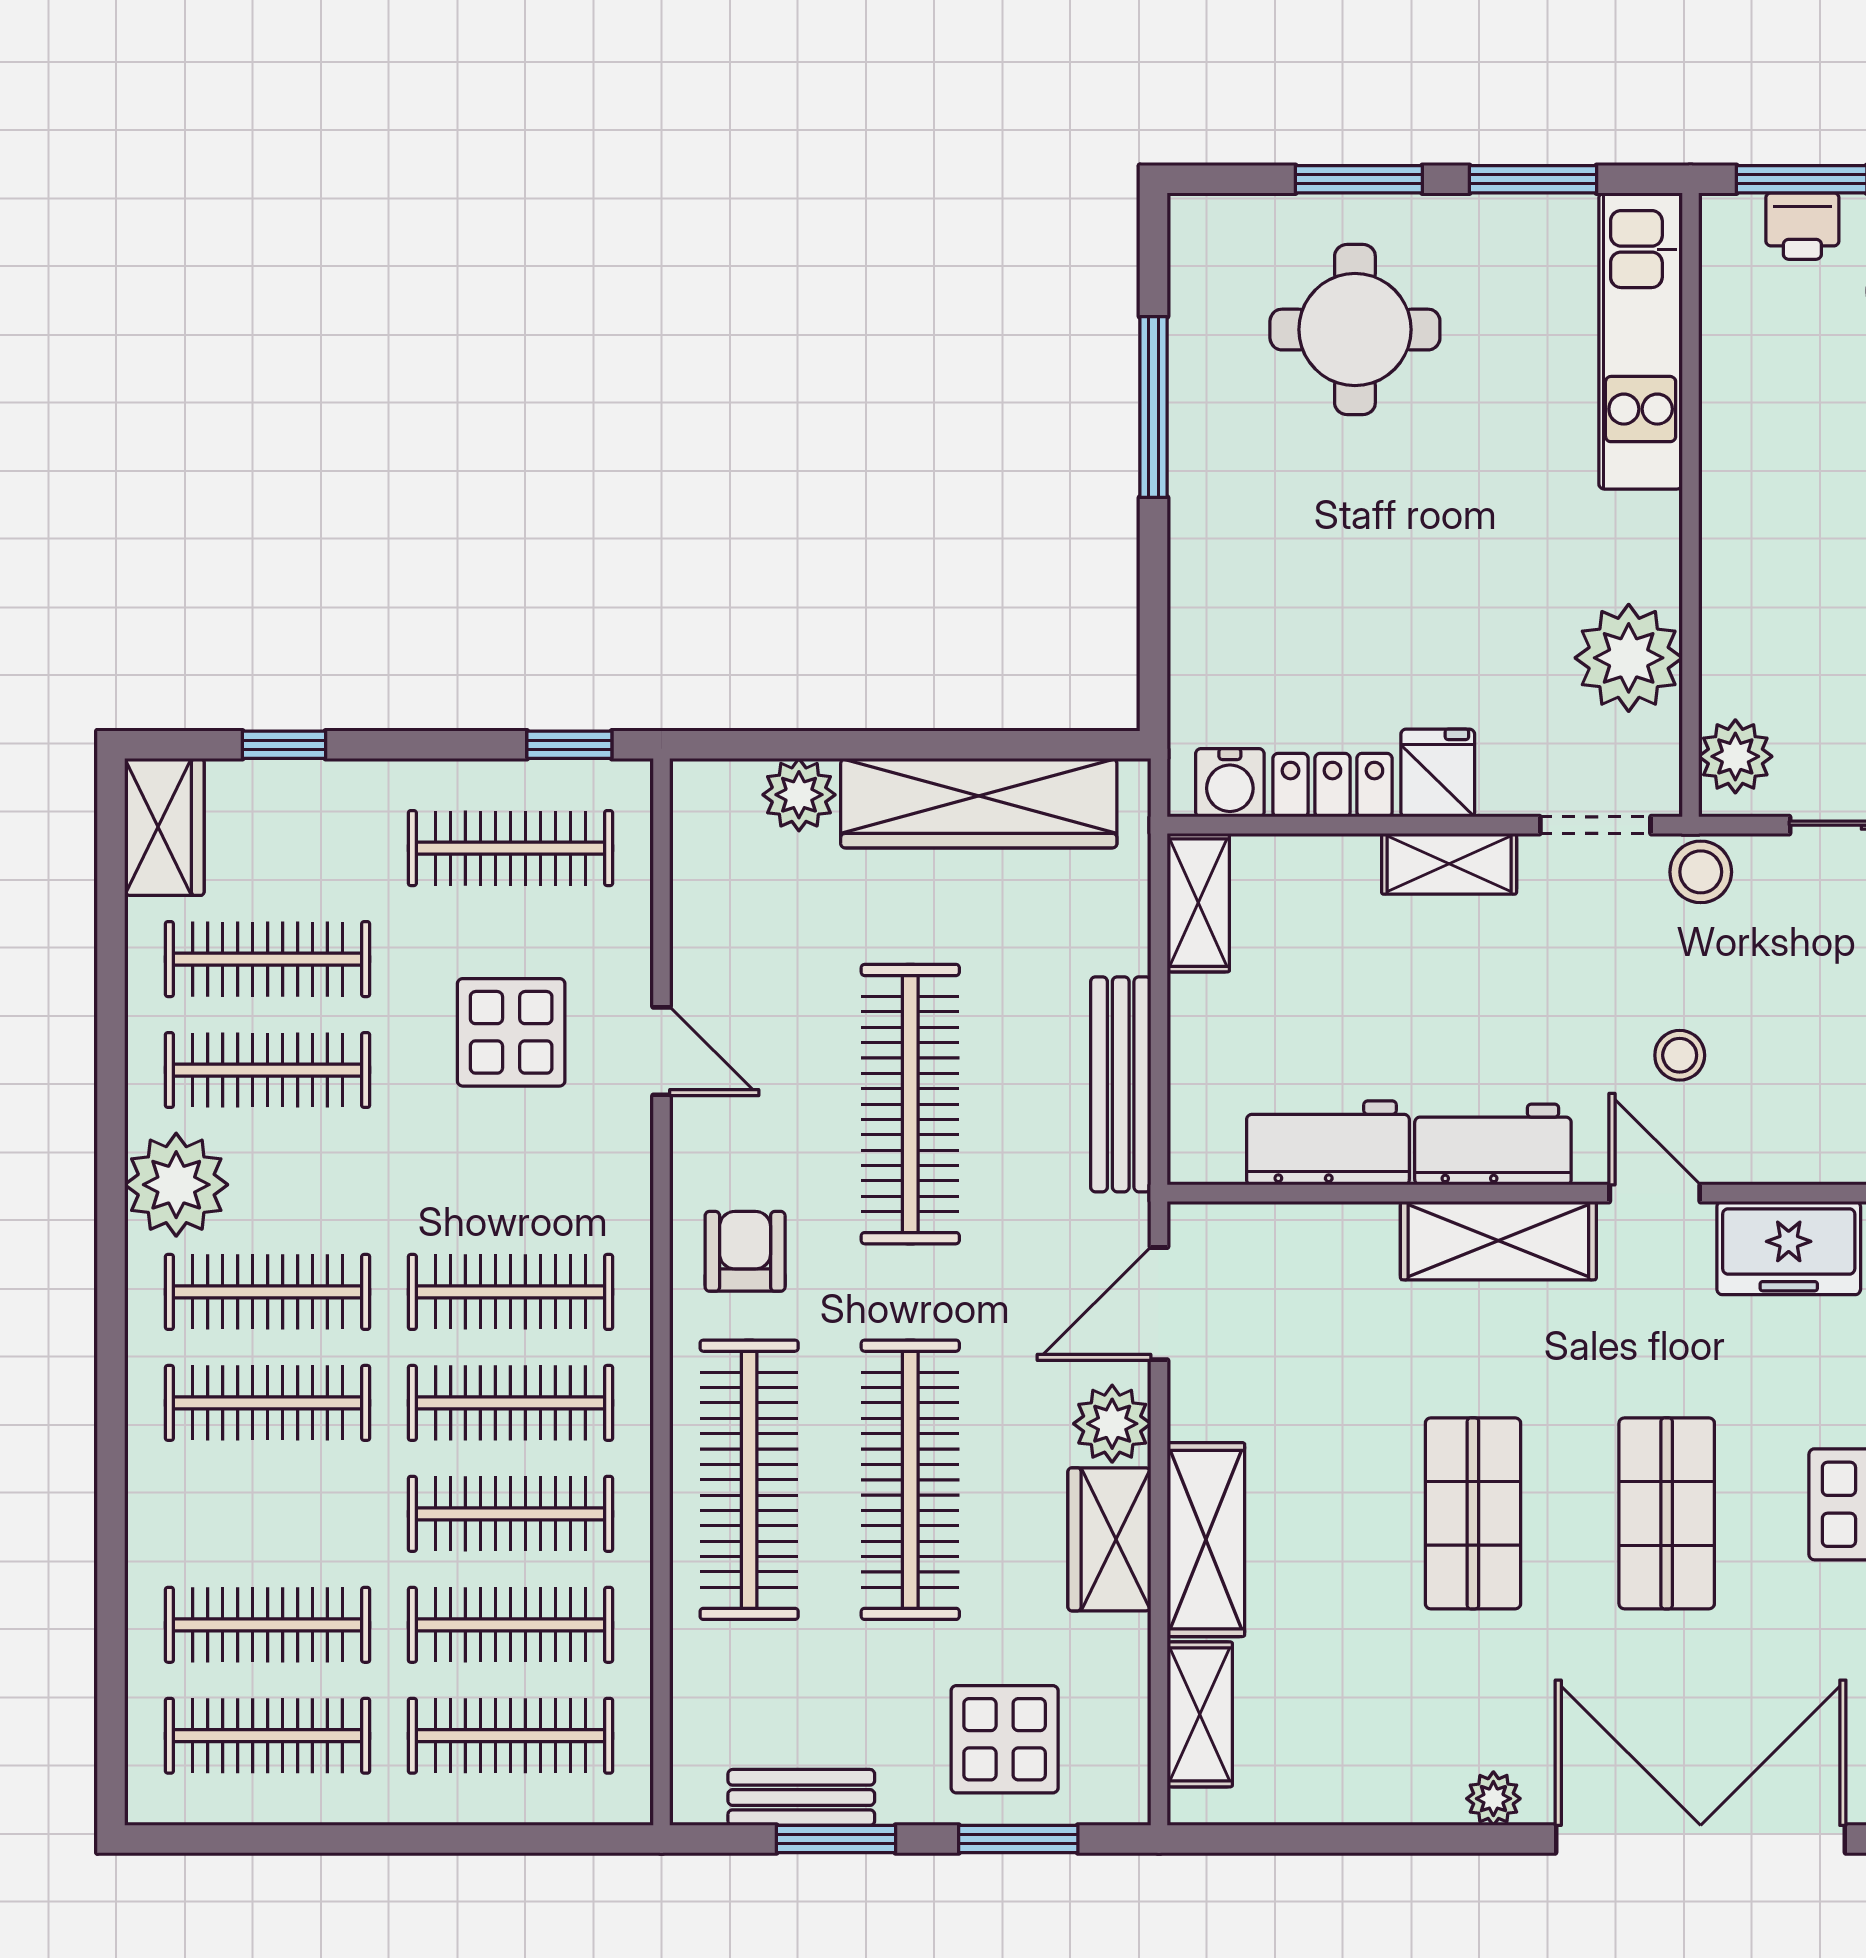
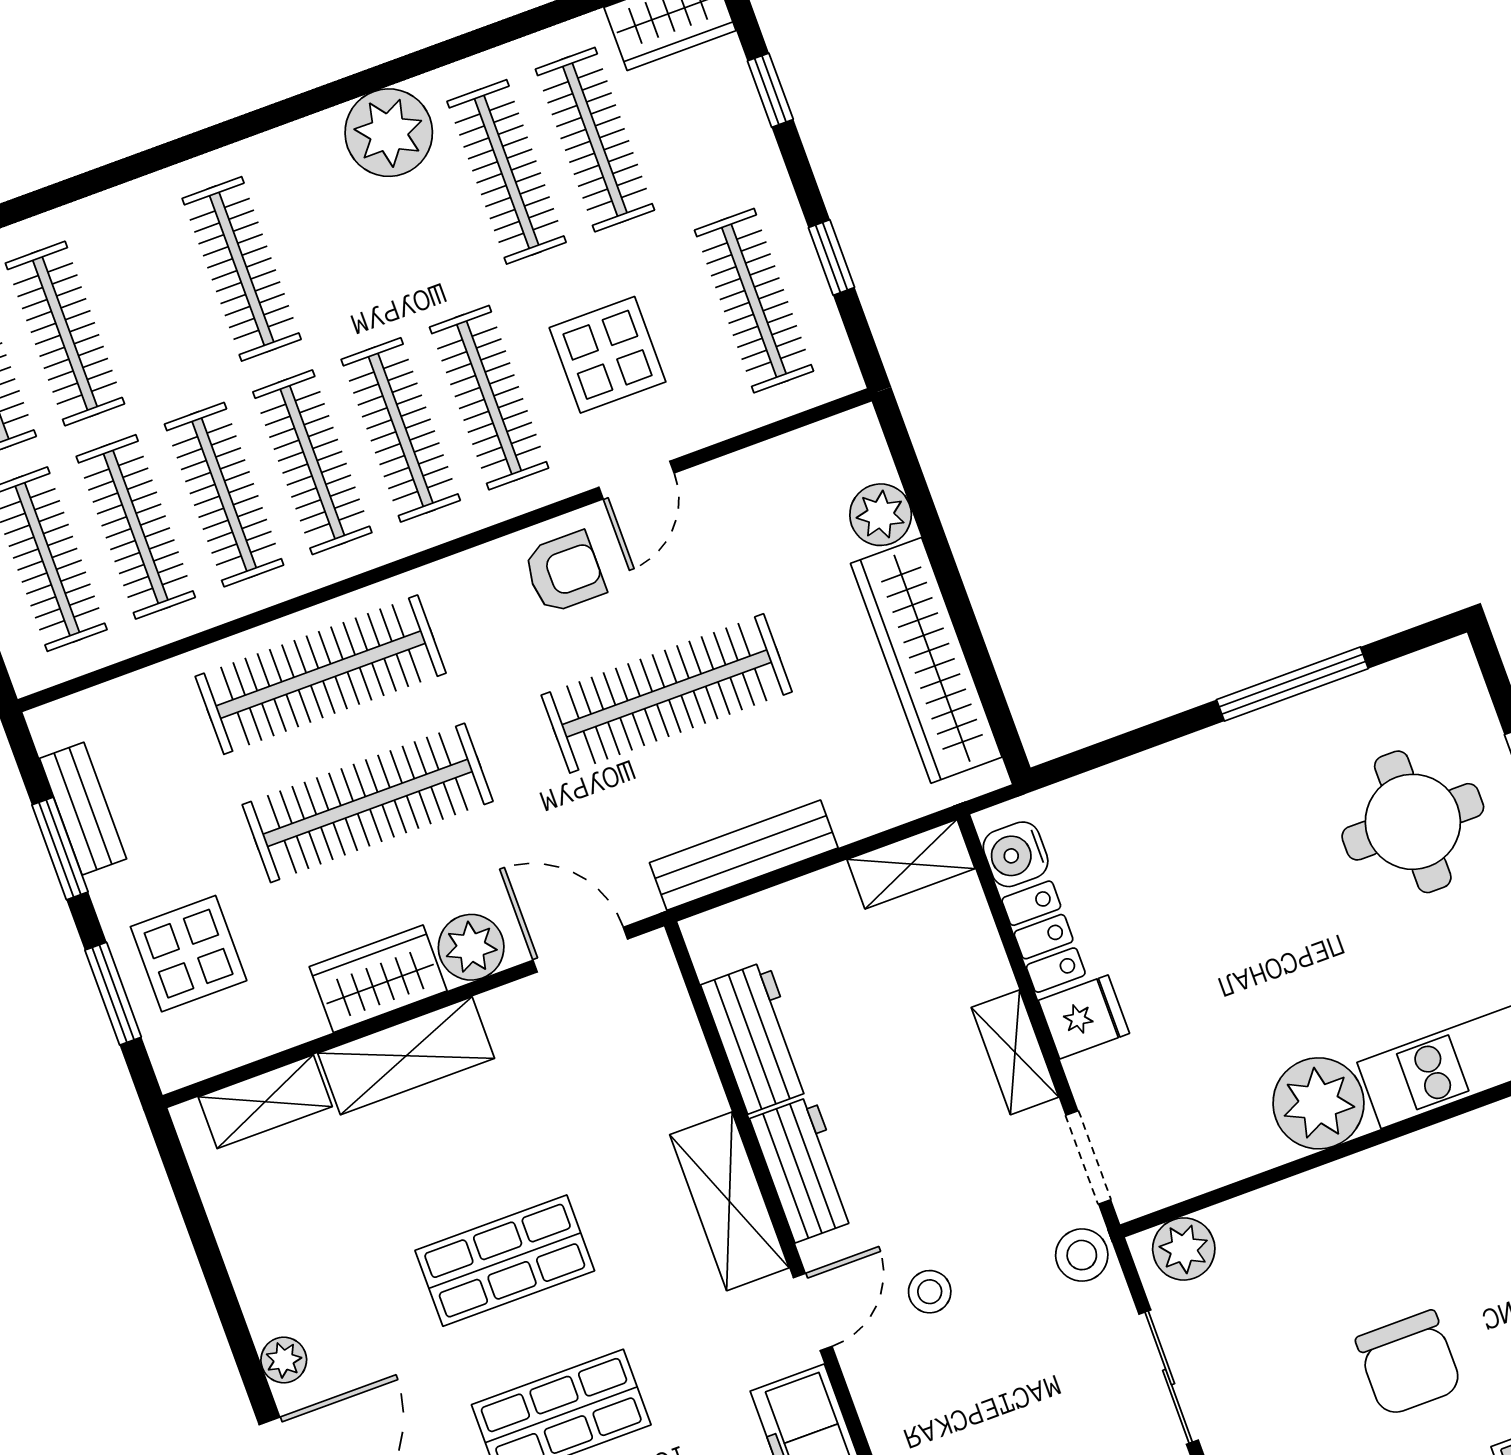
plant: (1629, 658) -> (1318, 1103), moved
window: (569, 745) -> (831, 257), moved
armchair: (745, 1251) -> (564, 572), moved
clothes rail: (268, 1292) -> (489, 398), moved

